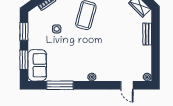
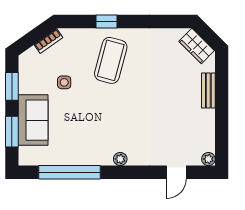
sofa: (37, 65) -> (33, 120), moved
window: (60, 85) -> (69, 172), width x1.46
door: (127, 85) -> (176, 172), hinge flipped

